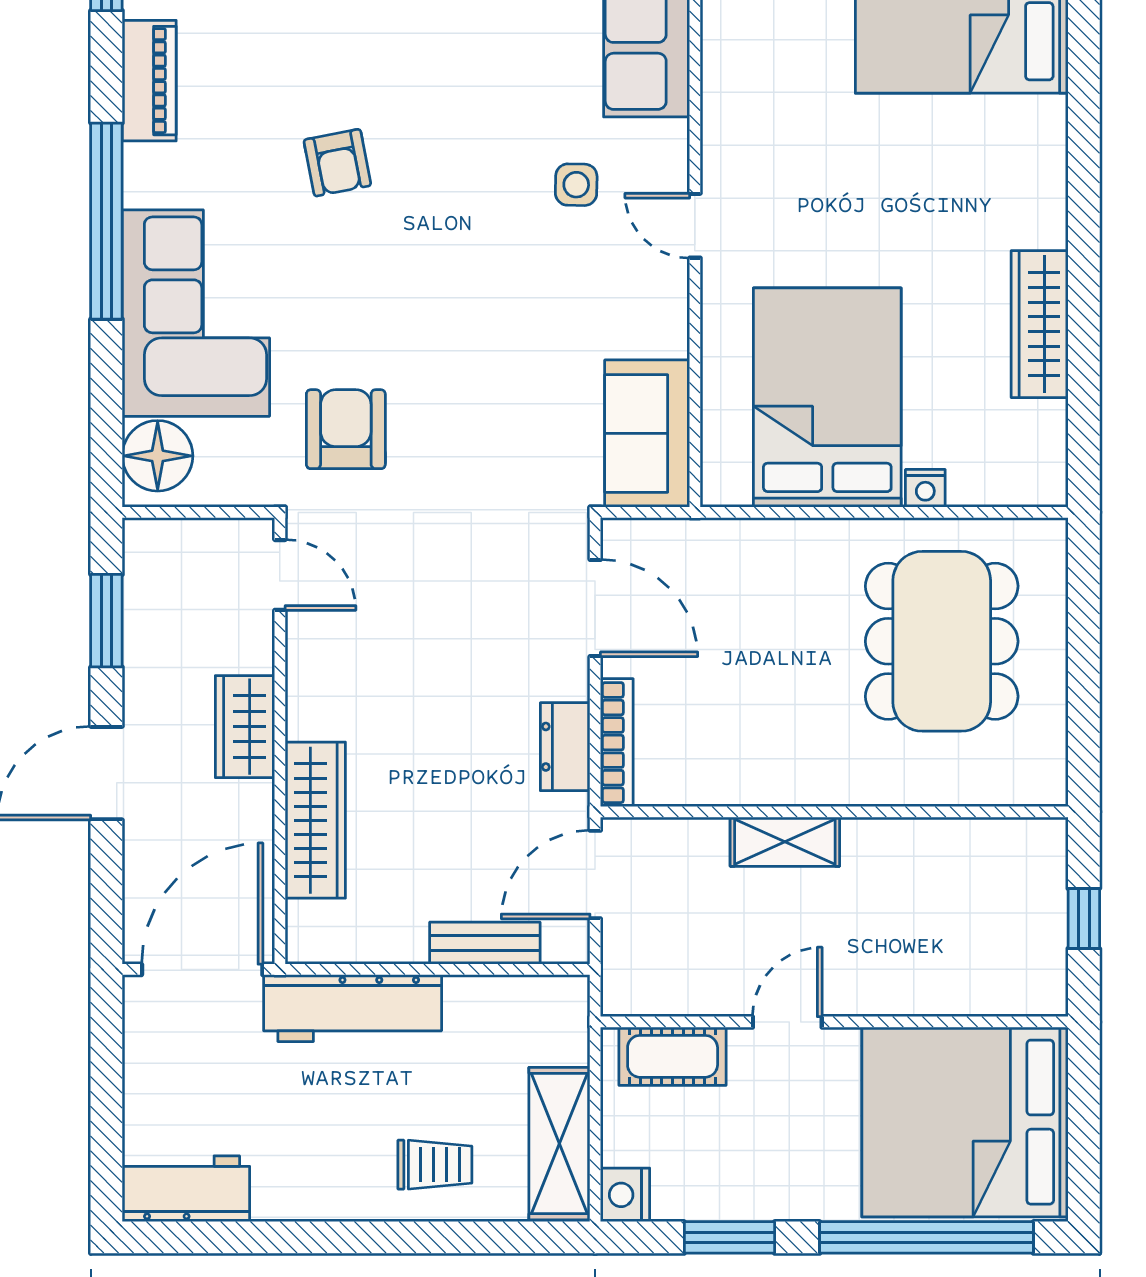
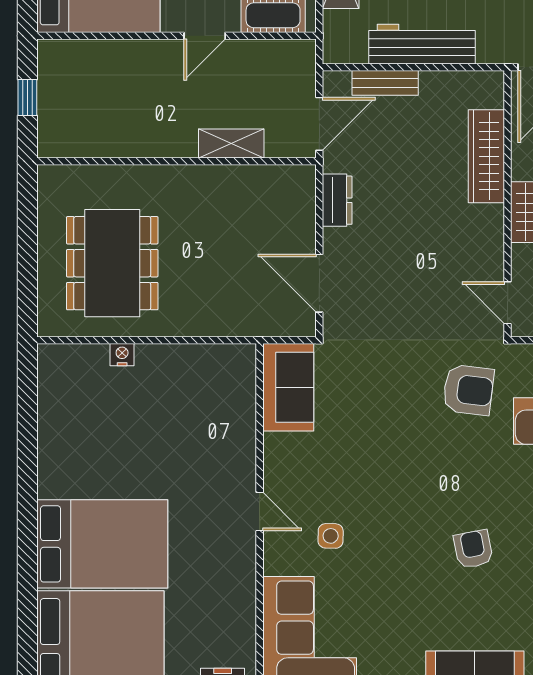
wardrobe: (1040, 324) -> (54, 453), removed
bed: (827, 397) -> (102, 544), moved, turned -90
armchair: (346, 429) -> (468, 390), turned -83
bookcase: (617, 743) -> (306, 203), removed
shelving: (785, 842) -> (231, 143), moved
workbench: (353, 1008) -> (422, 44), moved

